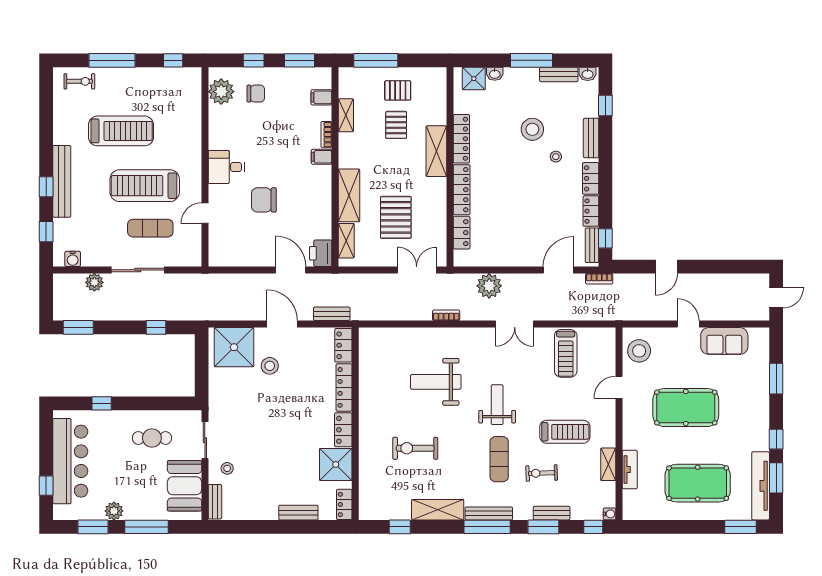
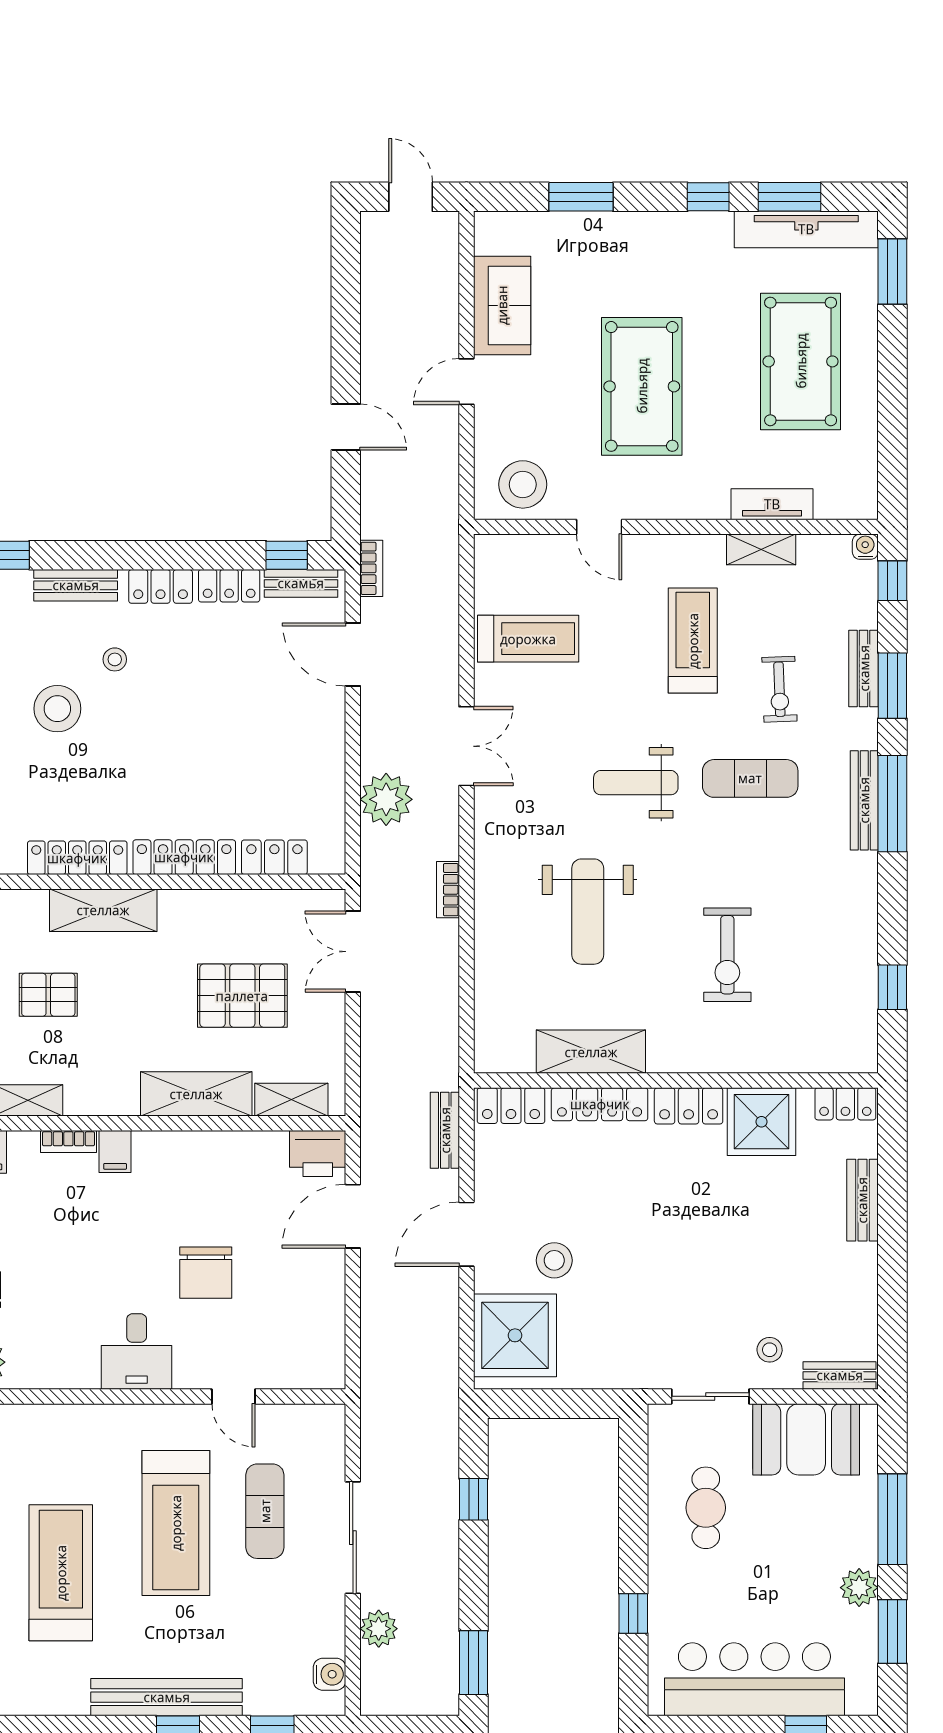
shelving: (438, 510) -> (591, 1052), moved, turned 90

